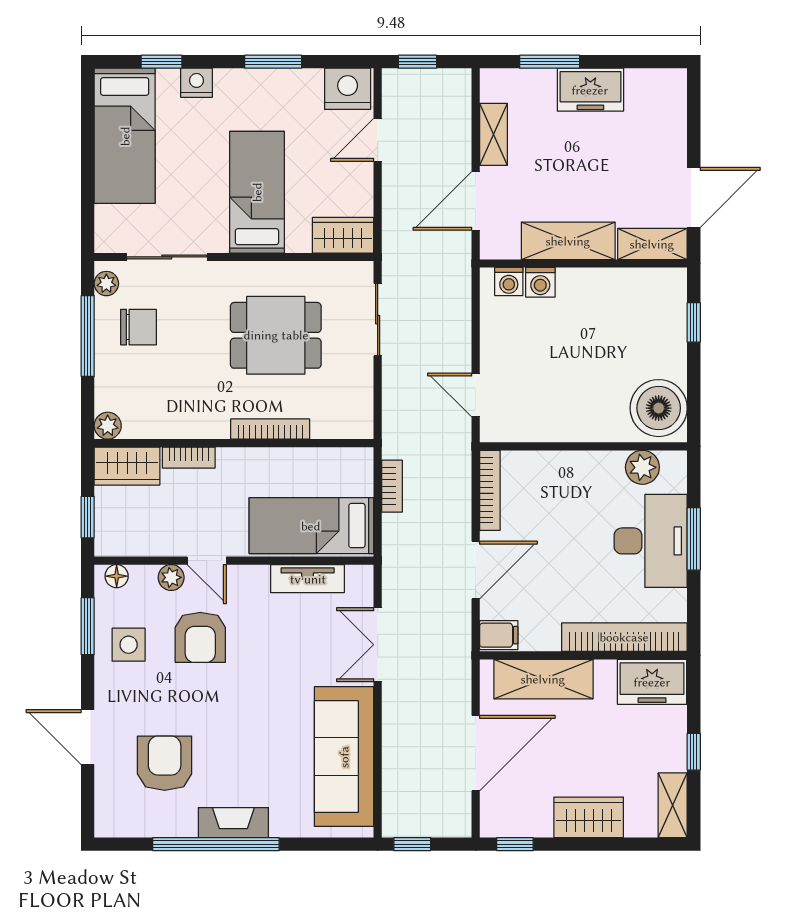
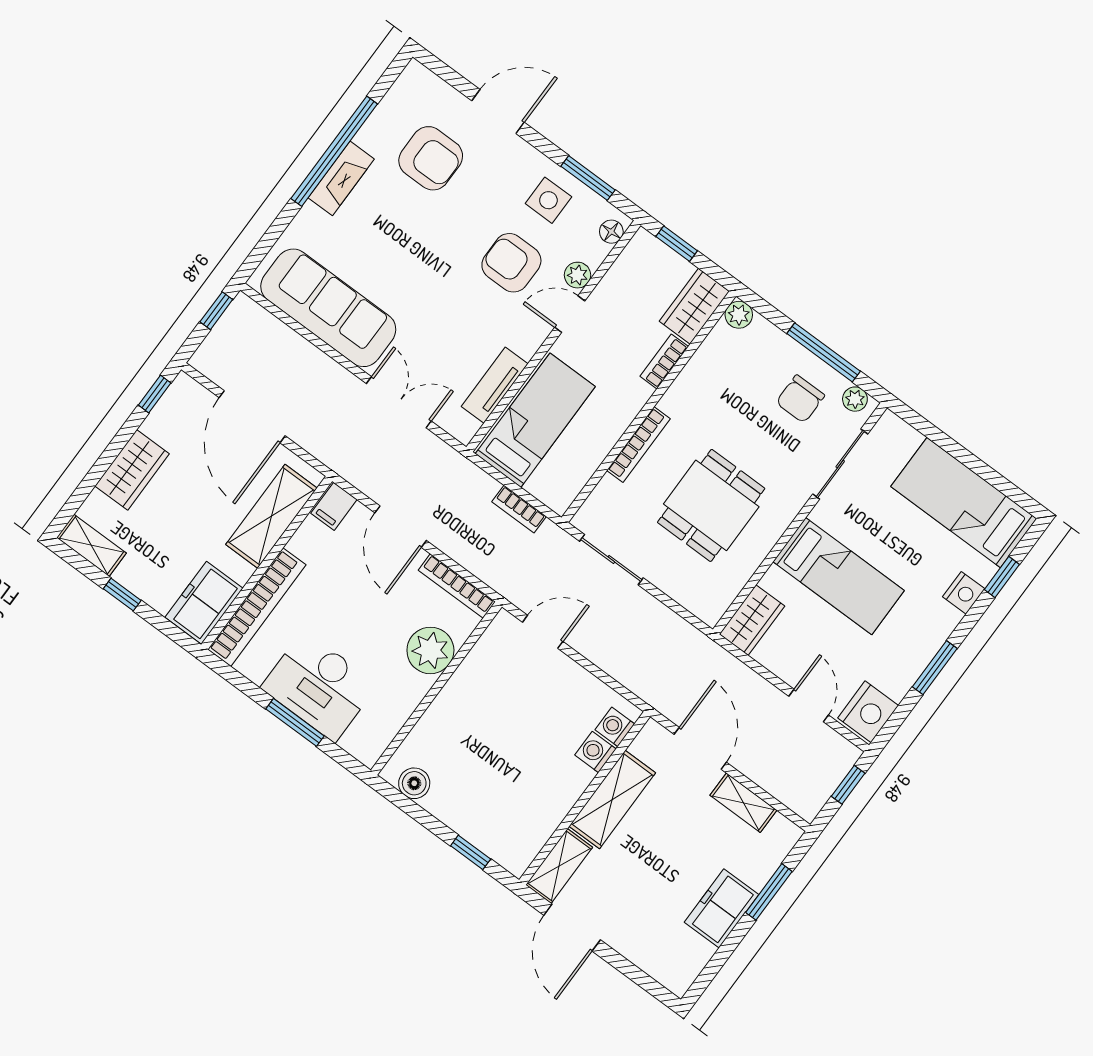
sliding door: (378, 320) -> (611, 560), moved
boiler: (659, 408) -> (414, 783), width x0.54, depth x0.54
plant: (642, 467) -> (430, 650), moved, width x1.36, depth x1.36

